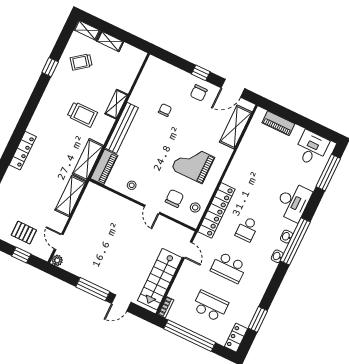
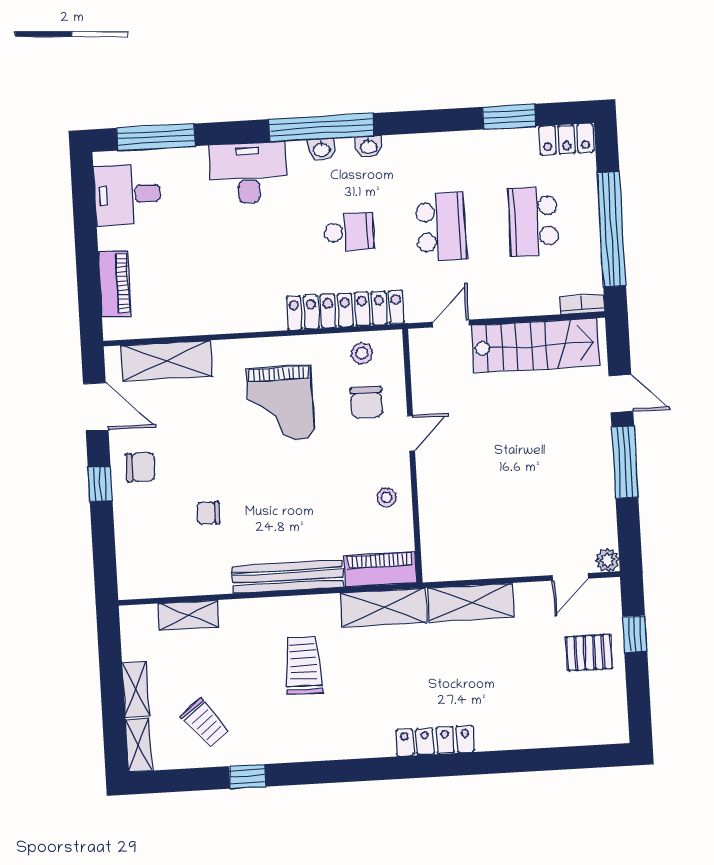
shelving: (116, 104) -> (188, 615), moved
chair: (174, 198) -> (366, 402), turned -90
pallet: (24, 233) -> (589, 653), turned 90

